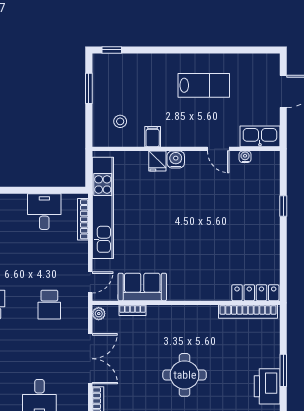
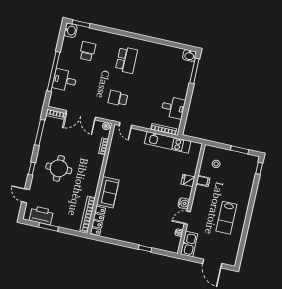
water cooler: (176, 160) -> (184, 203), moved
kitchen unit: (103, 208) -> (168, 142), width x0.73
sofa: (142, 287) -> (108, 192), moved

